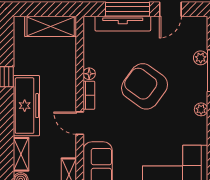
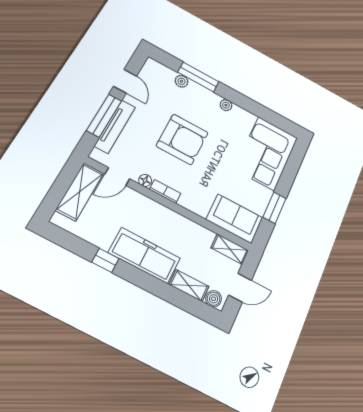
armchair: (145, 86) -> (182, 139), turned -126
door: (80, 123) -> (117, 176), moved

